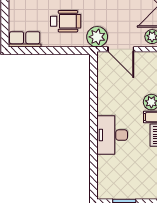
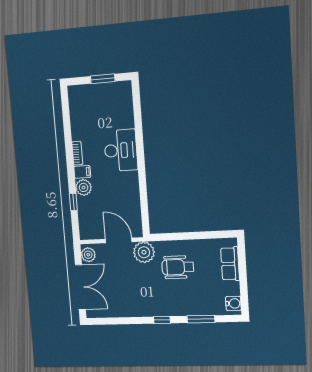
row of seats: (25, 39) -> (230, 264), moved, turned 90

